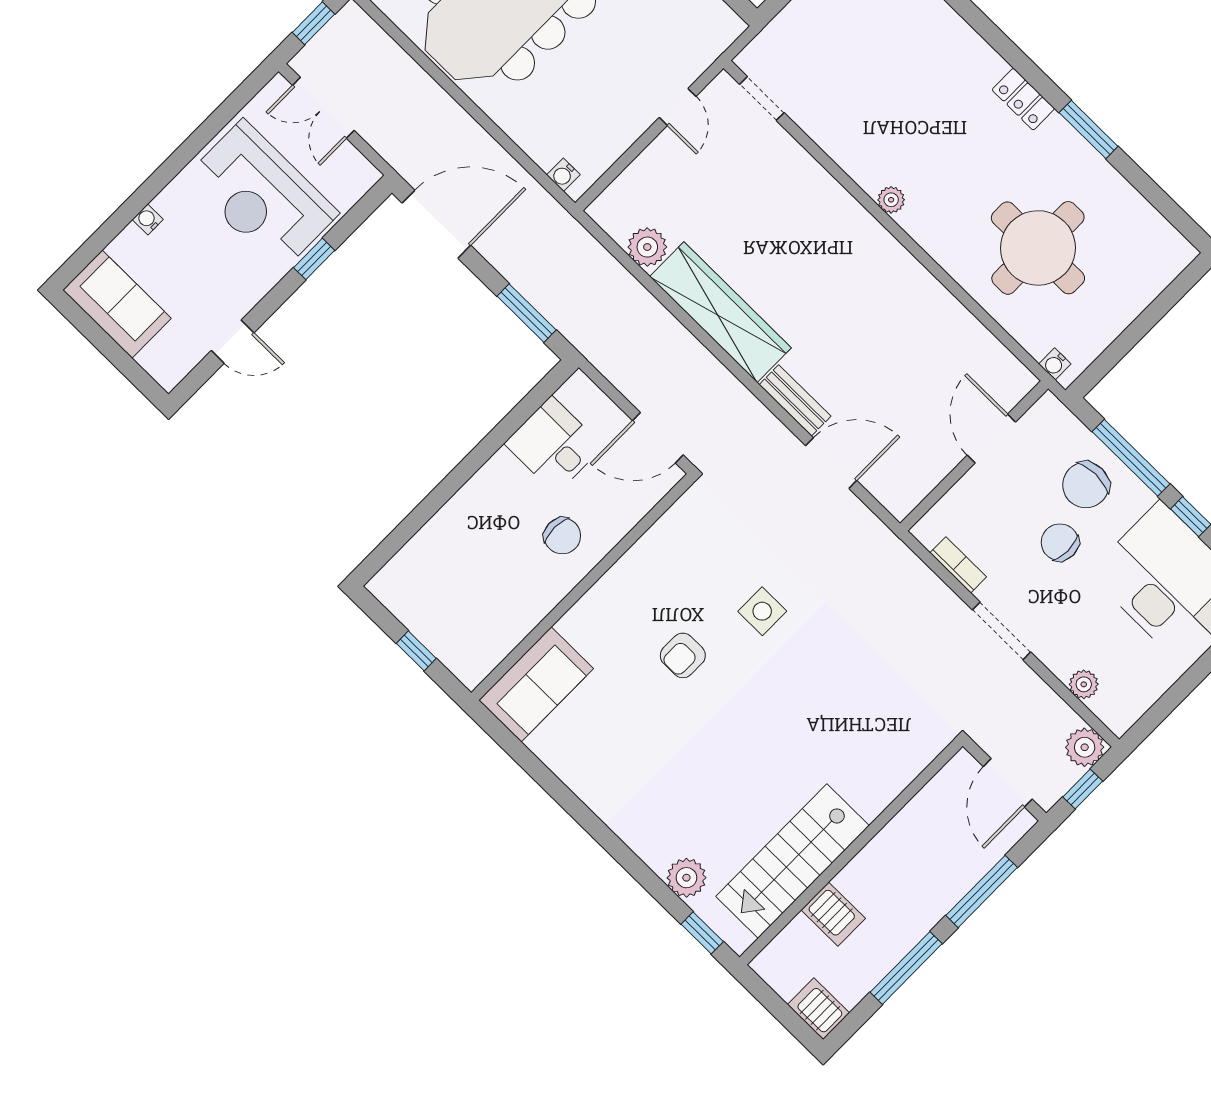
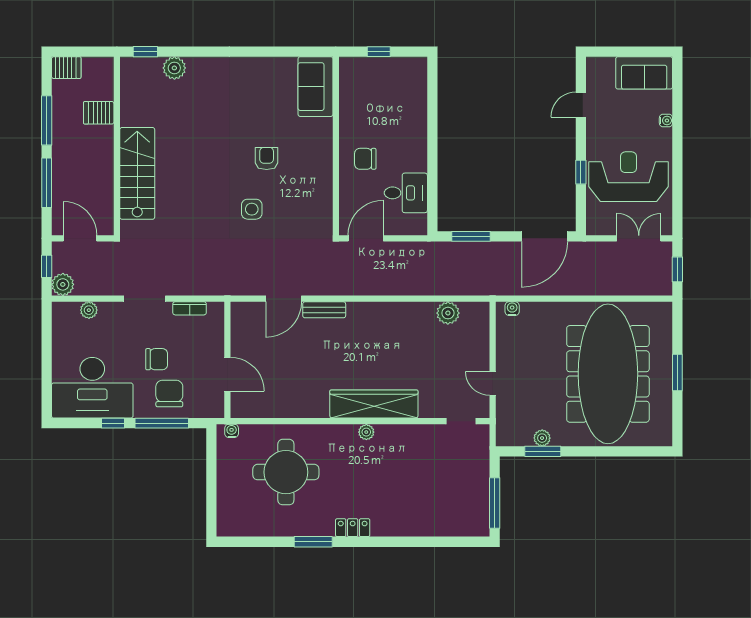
wardrobe: (720, 312) -> (374, 404), moved, turned 180
stairs: (792, 861) -> (137, 173), moved

